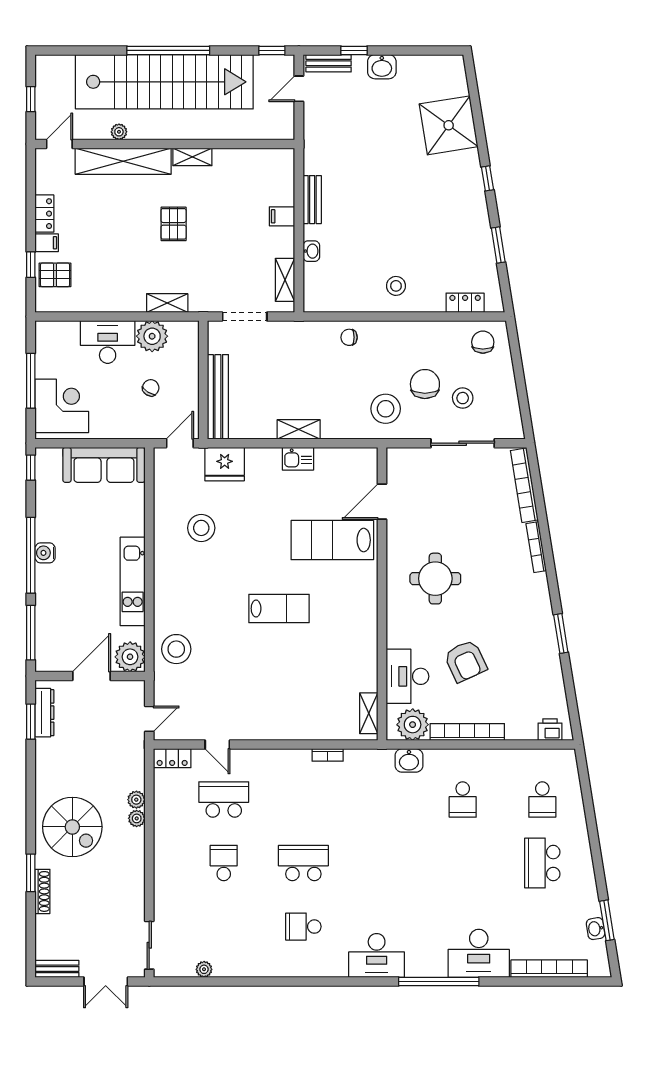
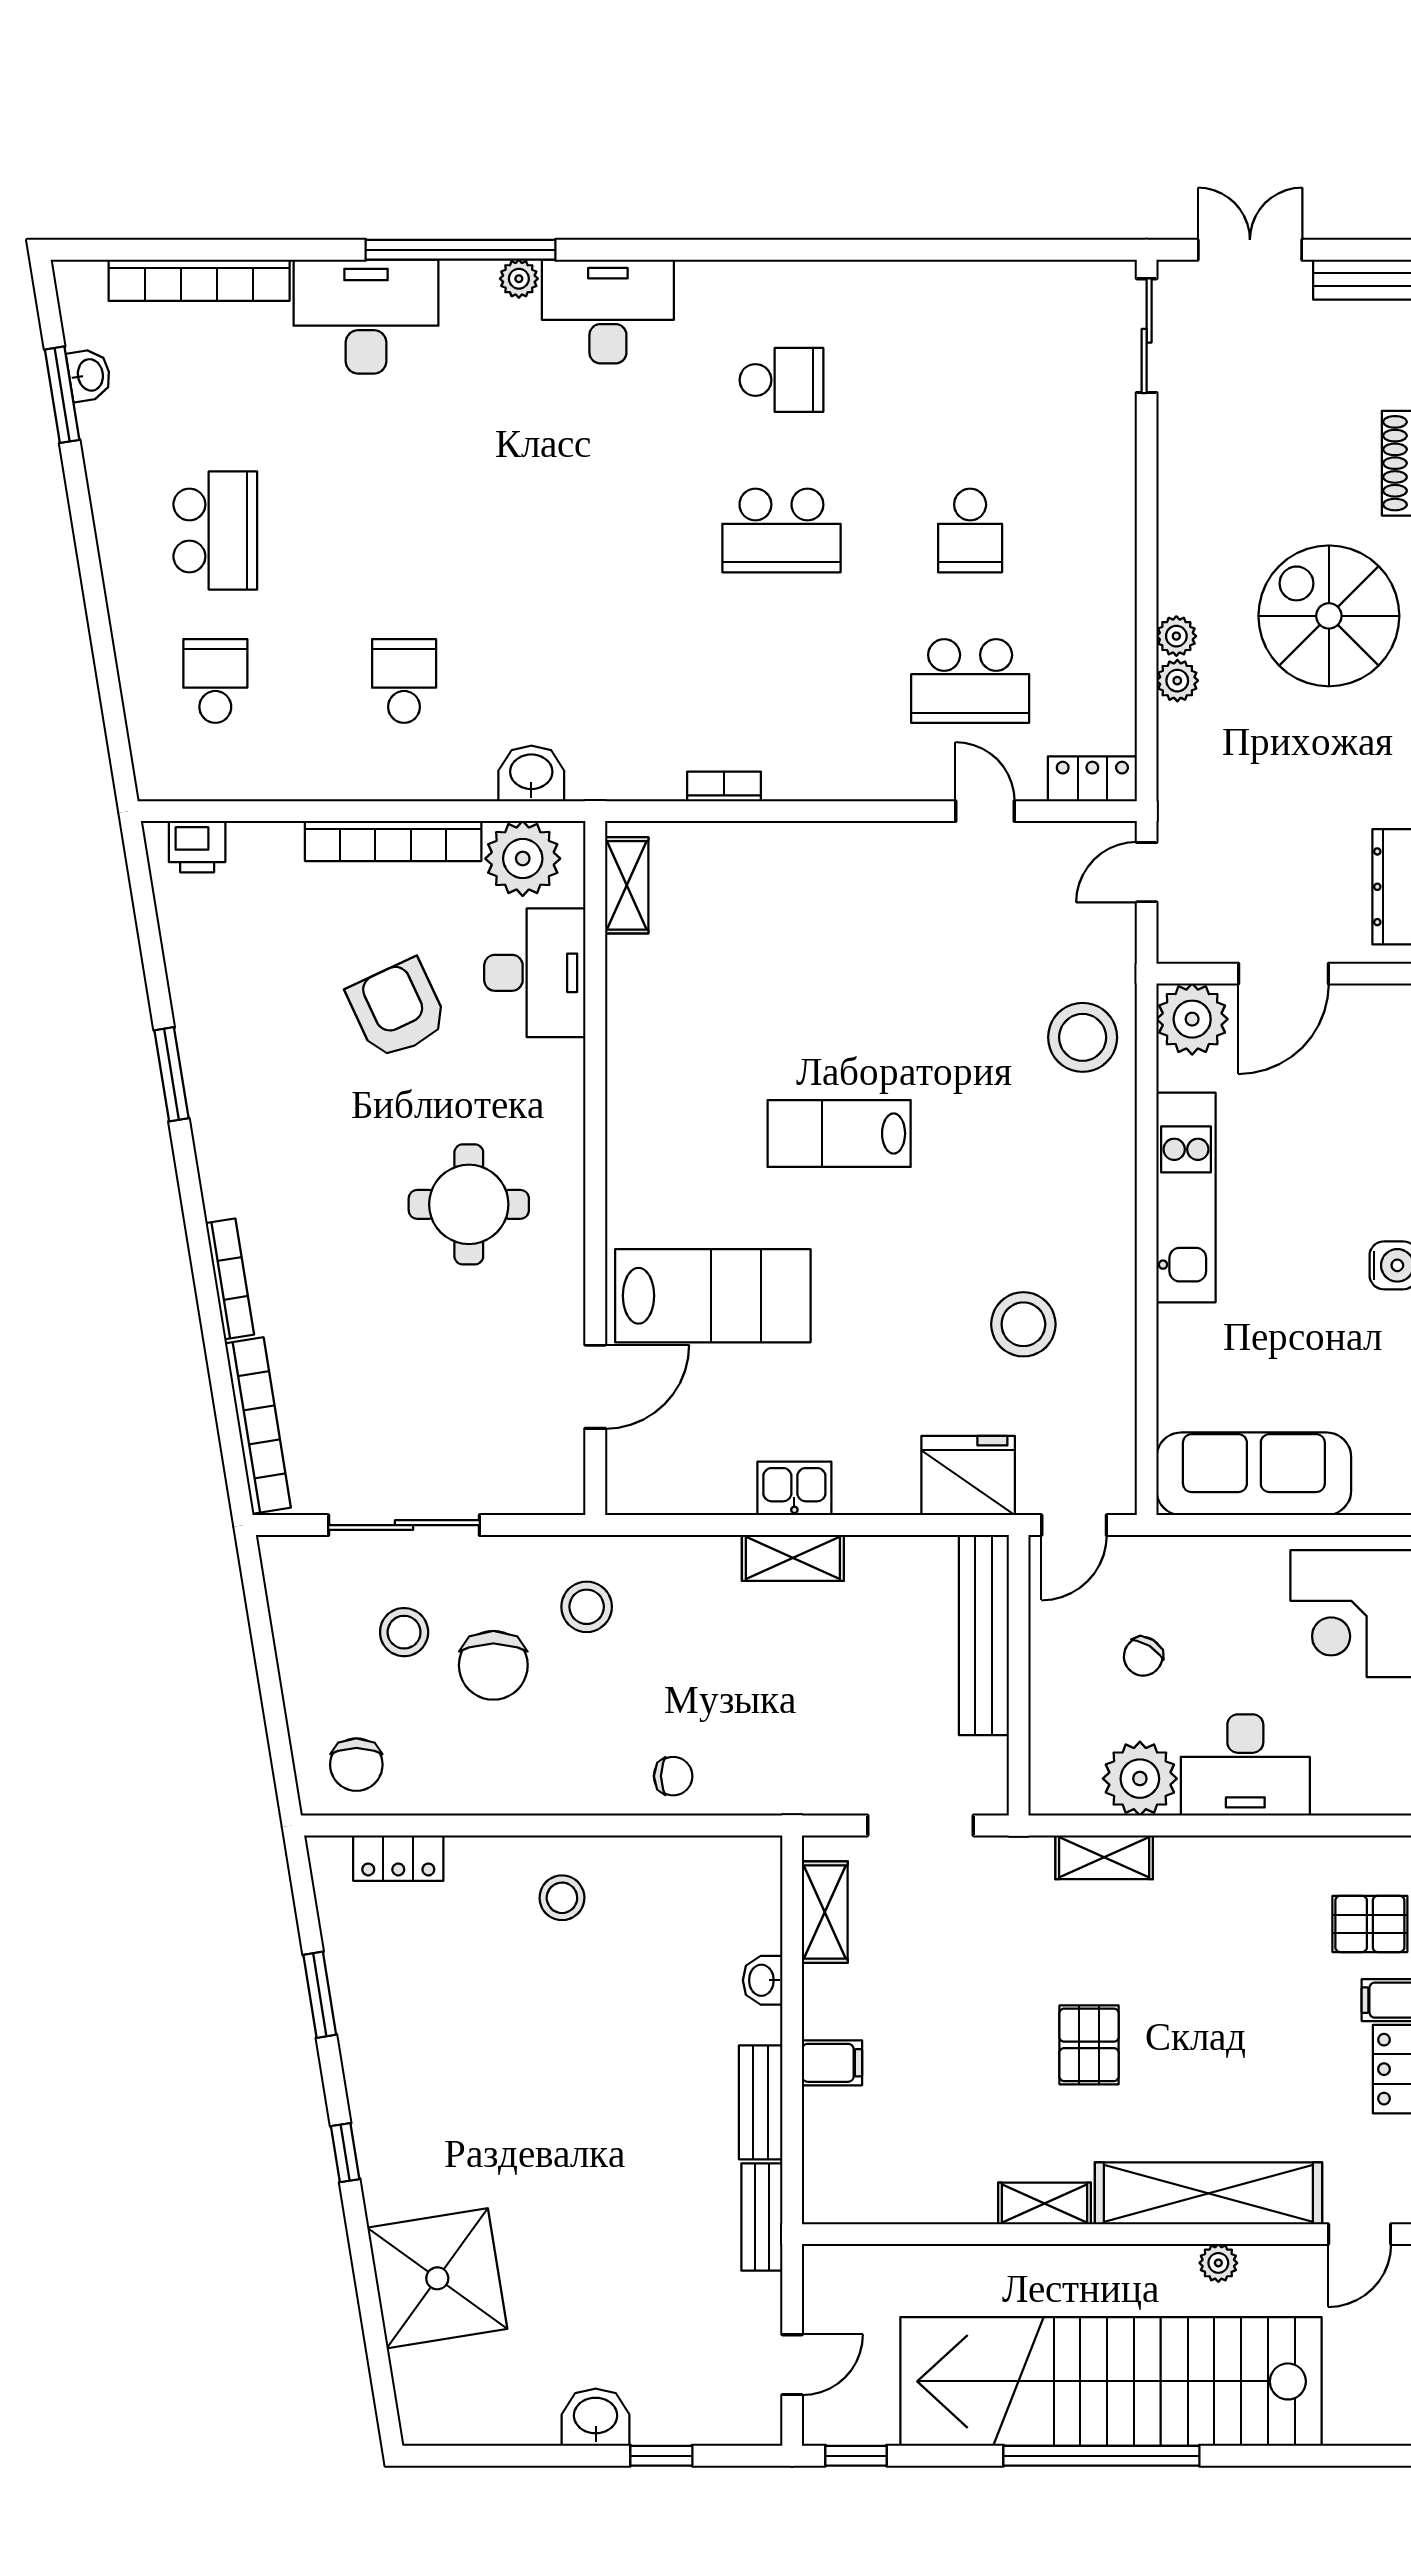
bench: (329, 63) -> (762, 2217), moved, turned 90
stool: (386, 409) -> (587, 1607), width x0.73, depth x0.73
plant: (204, 969) -> (519, 279), moved

